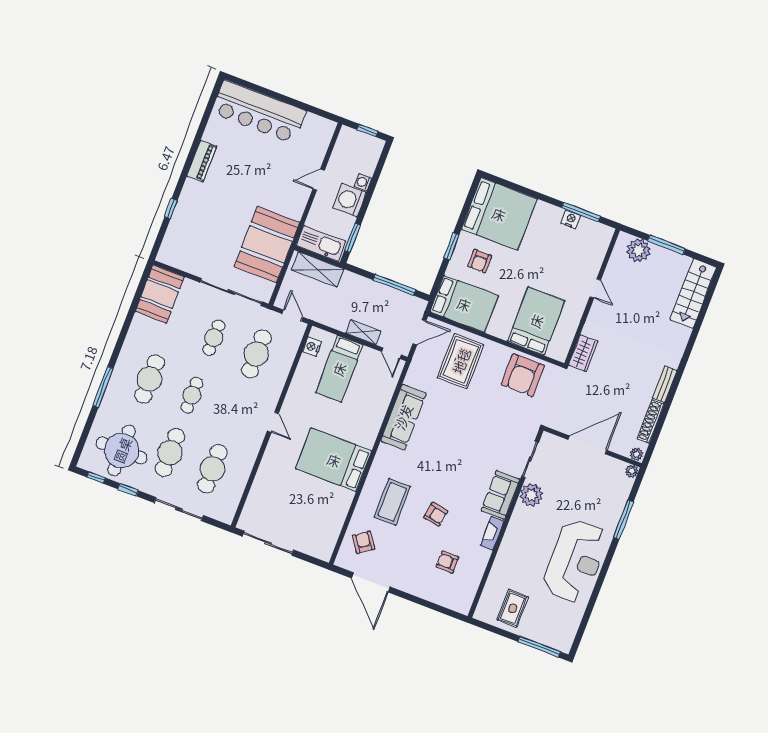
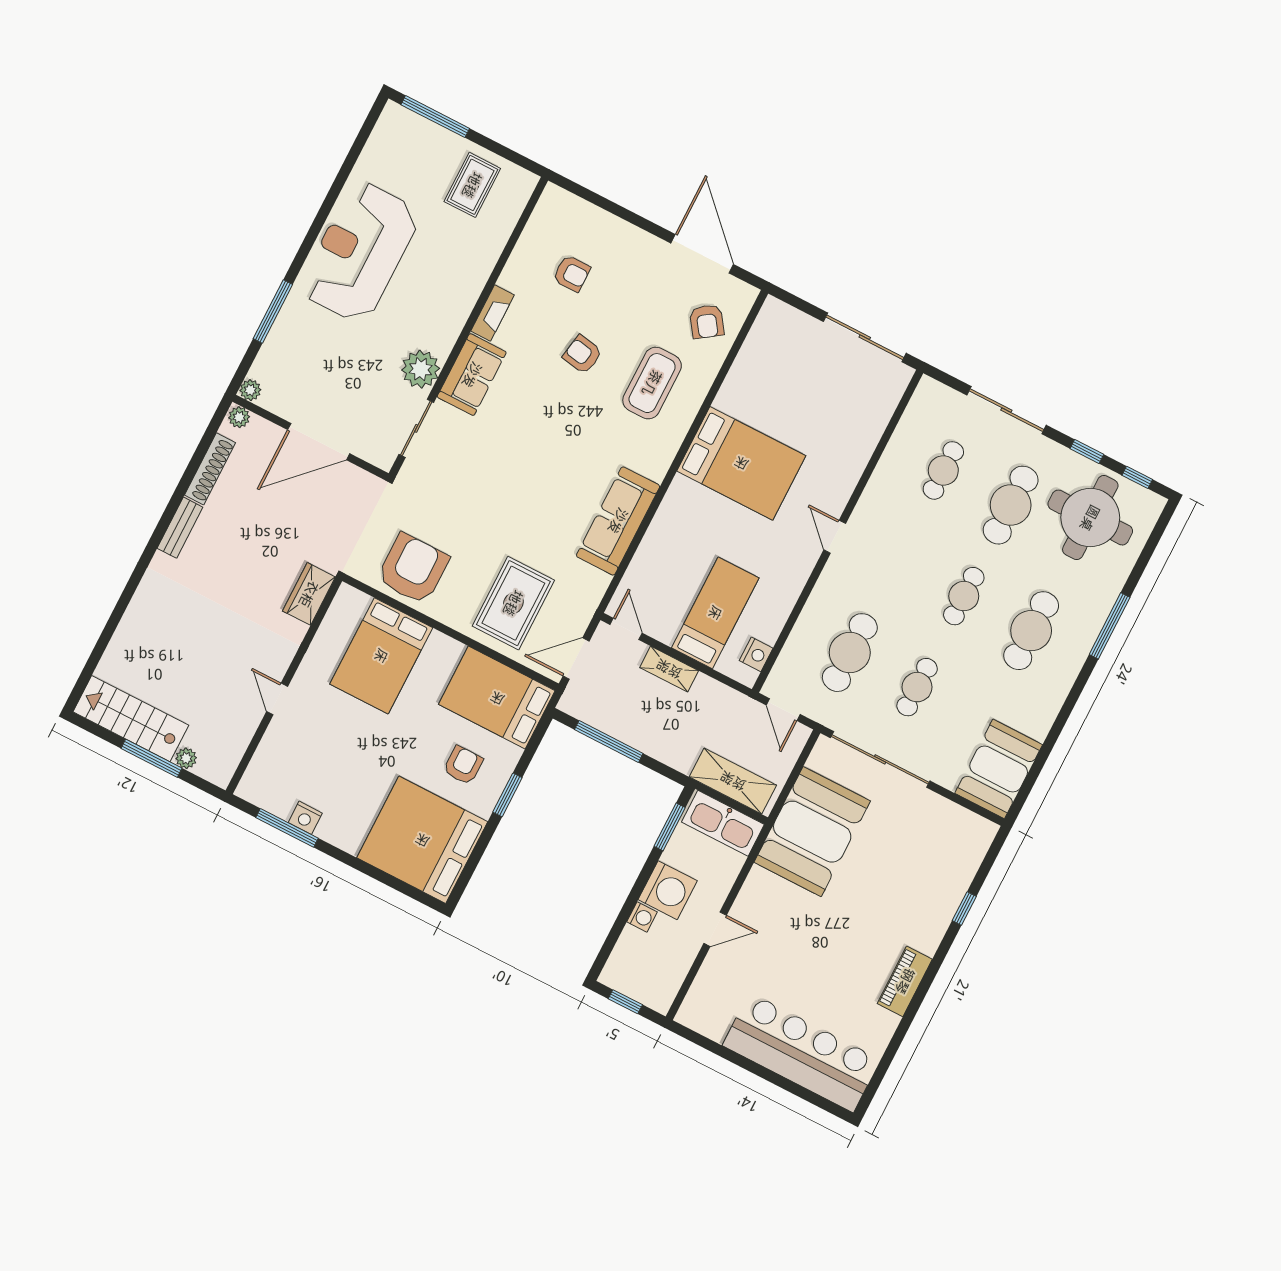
plant: (639, 250) -> (186, 758), width x0.53, depth x0.53
stairs: (693, 293) -> (131, 719), moved, turned -90
cafe table: (212, 469) -> (943, 470), width x0.73, depth x0.74

